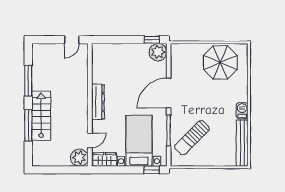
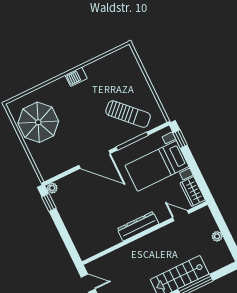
plant: (158, 52) -> (52, 188), width x0.53, depth x0.53
bench: (242, 143) -> (109, 61), removed
plant: (79, 158) -> (217, 236), moved, width x0.53, depth x0.53

